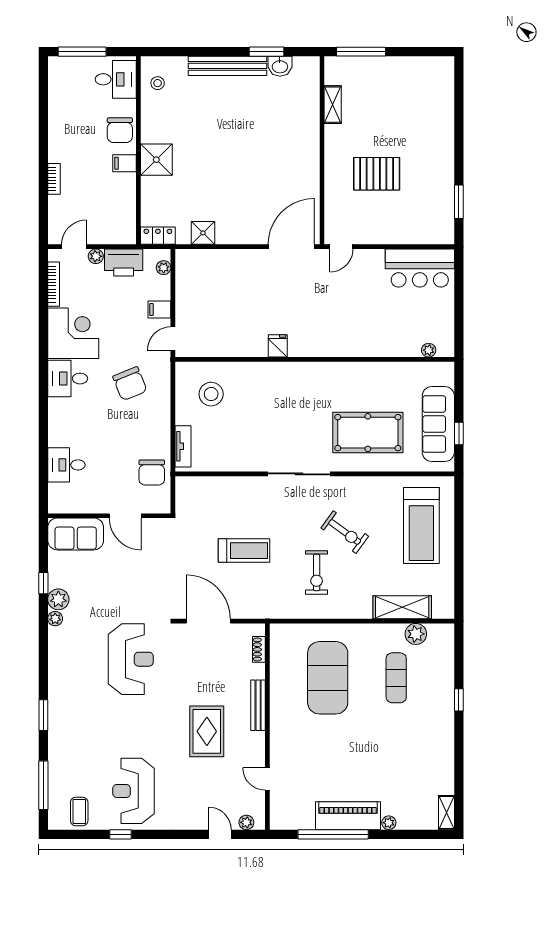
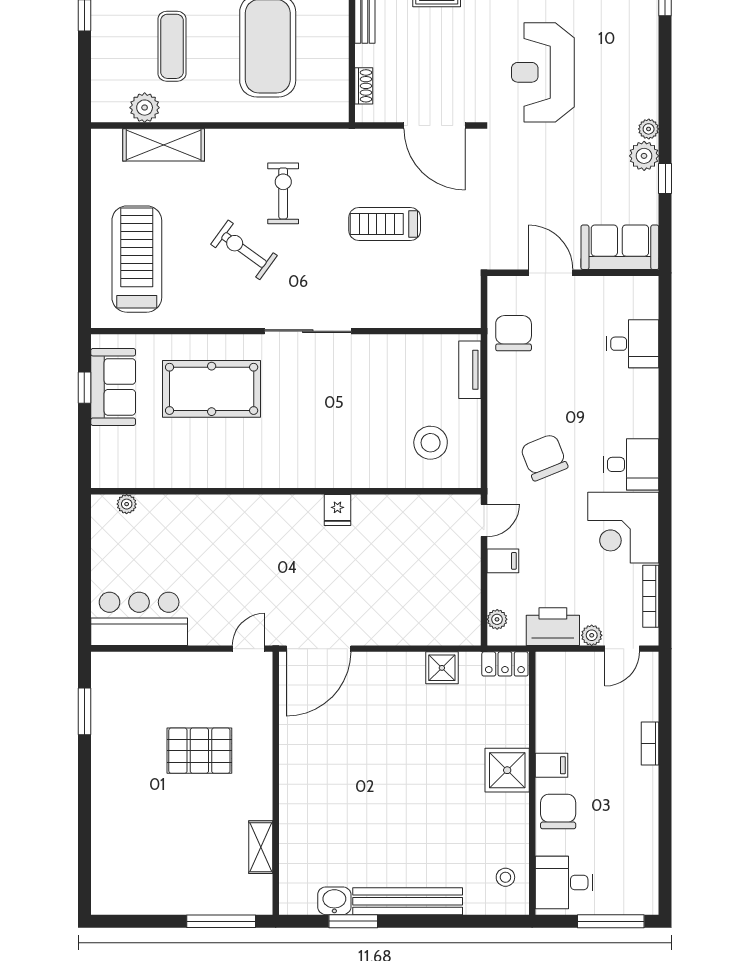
sofa: (438, 424) -> (113, 387), width x0.73

